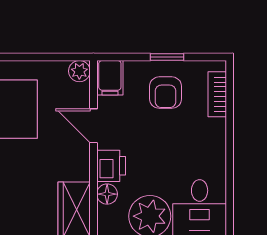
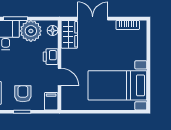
plant: (79, 71) -> (67, 105), removed
floor lamp: (107, 194) -> (53, 31), moved

